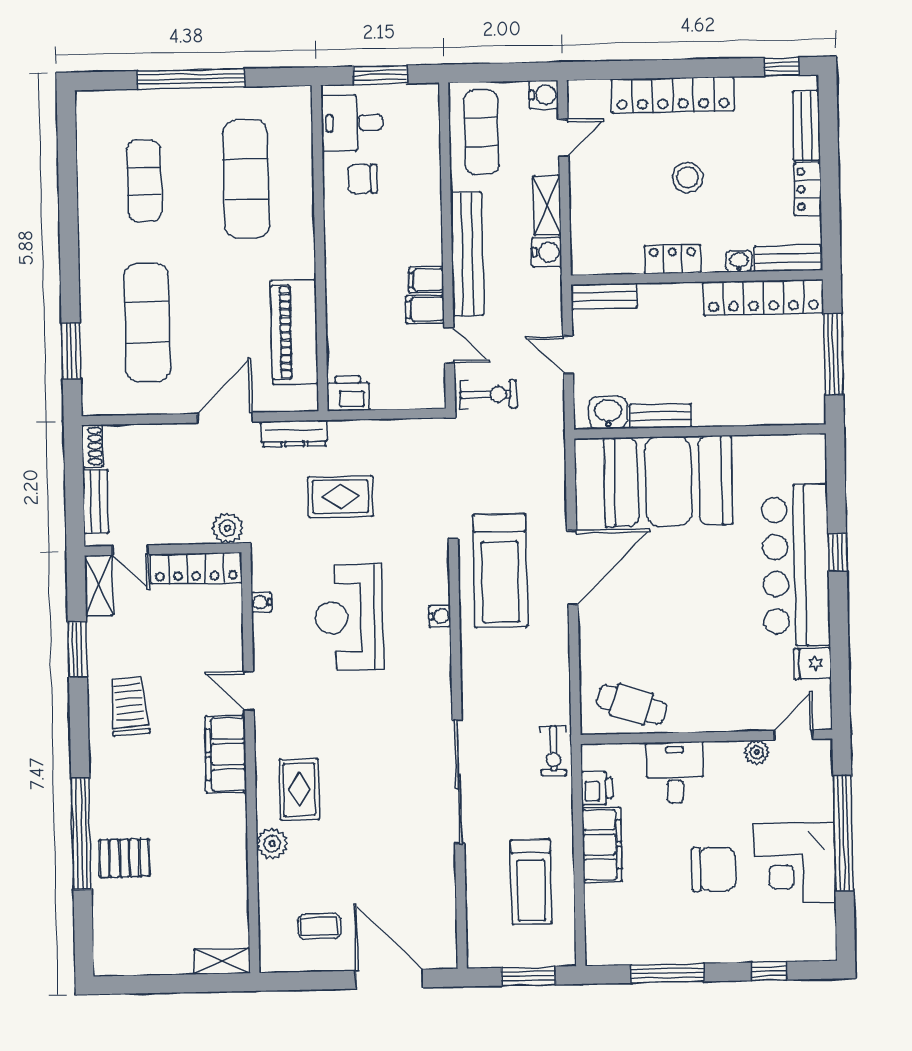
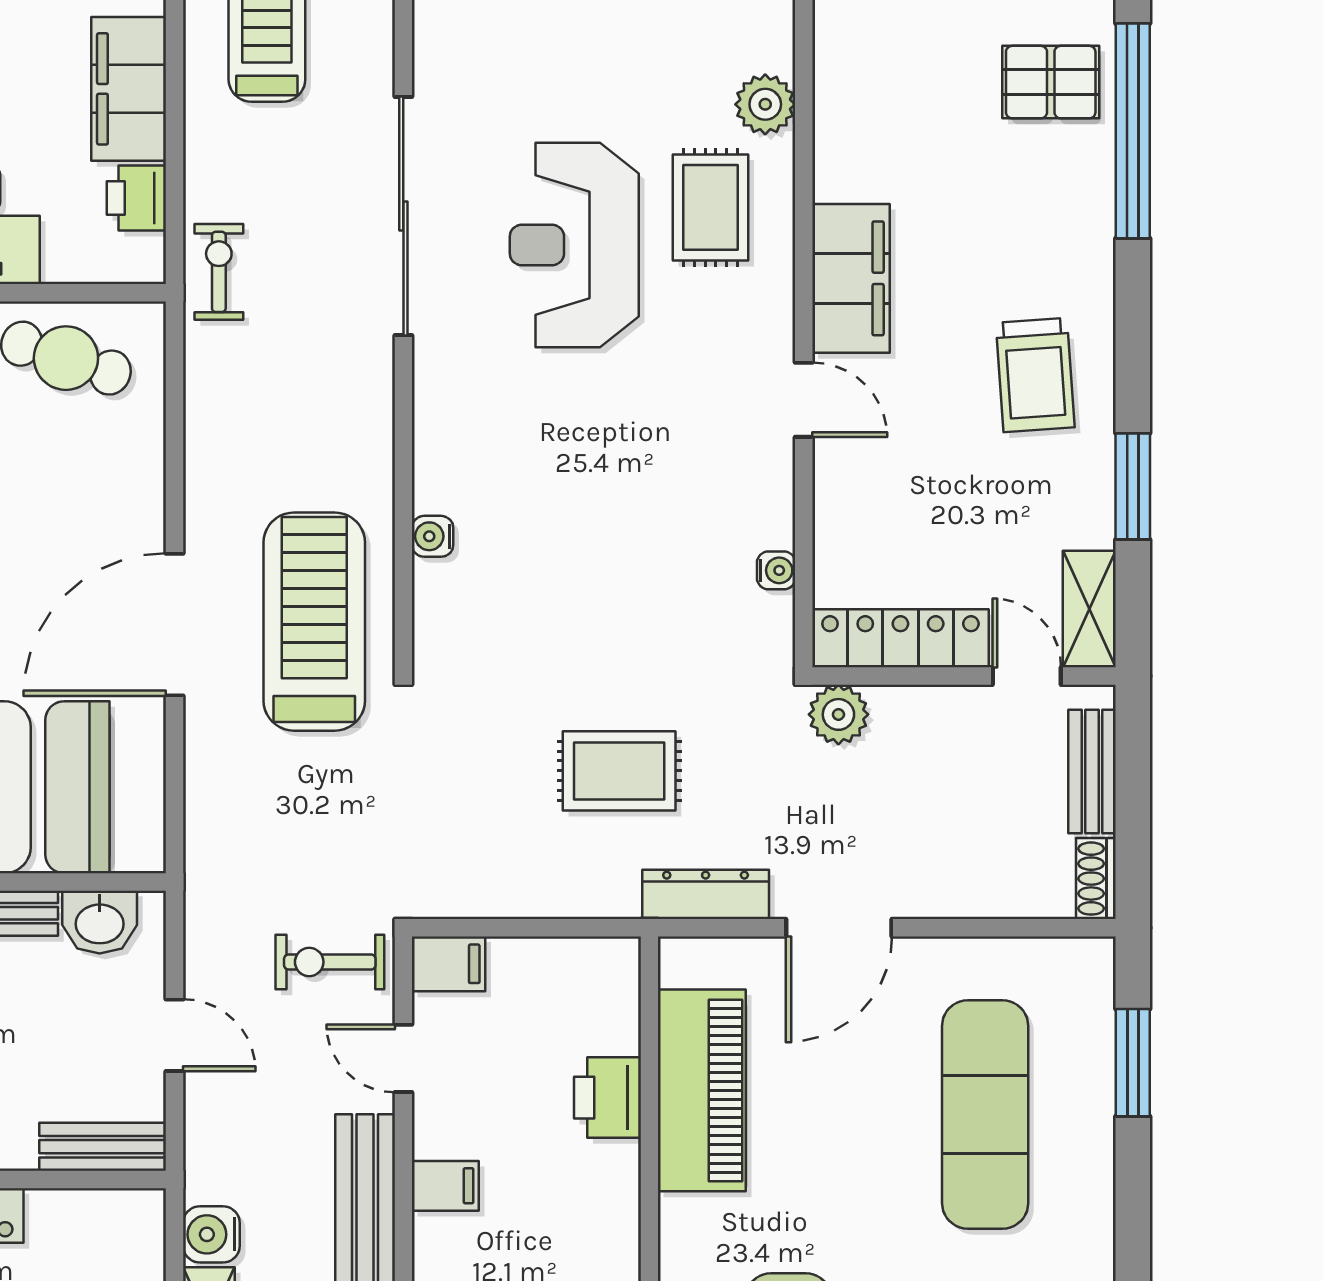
filing cabinet: (425, 309) -> (449, 964), moved
printer: (348, 393) -> (607, 1098), moved, turned 90
reception desk: (349, 617) -> (574, 245), moved, turned 180

